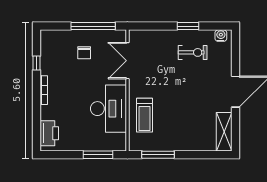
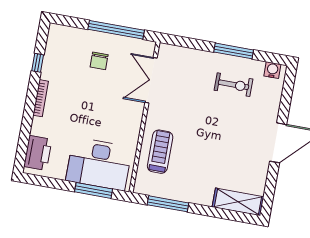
window: (188, 26) -> (234, 51), width x1.44
desk: (108, 109) -> (99, 164), moved, turned 90
treadmill: (145, 115) -> (160, 152), turned 180
shelving: (224, 132) -> (238, 202), moved, turned 90

